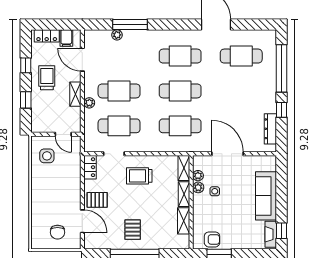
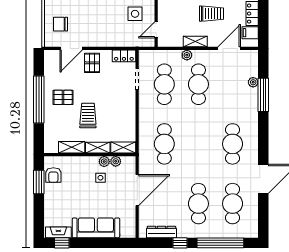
cafe table: (180, 91) -> (198, 204), moved
trolley: (139, 176) -> (88, 116), moved

